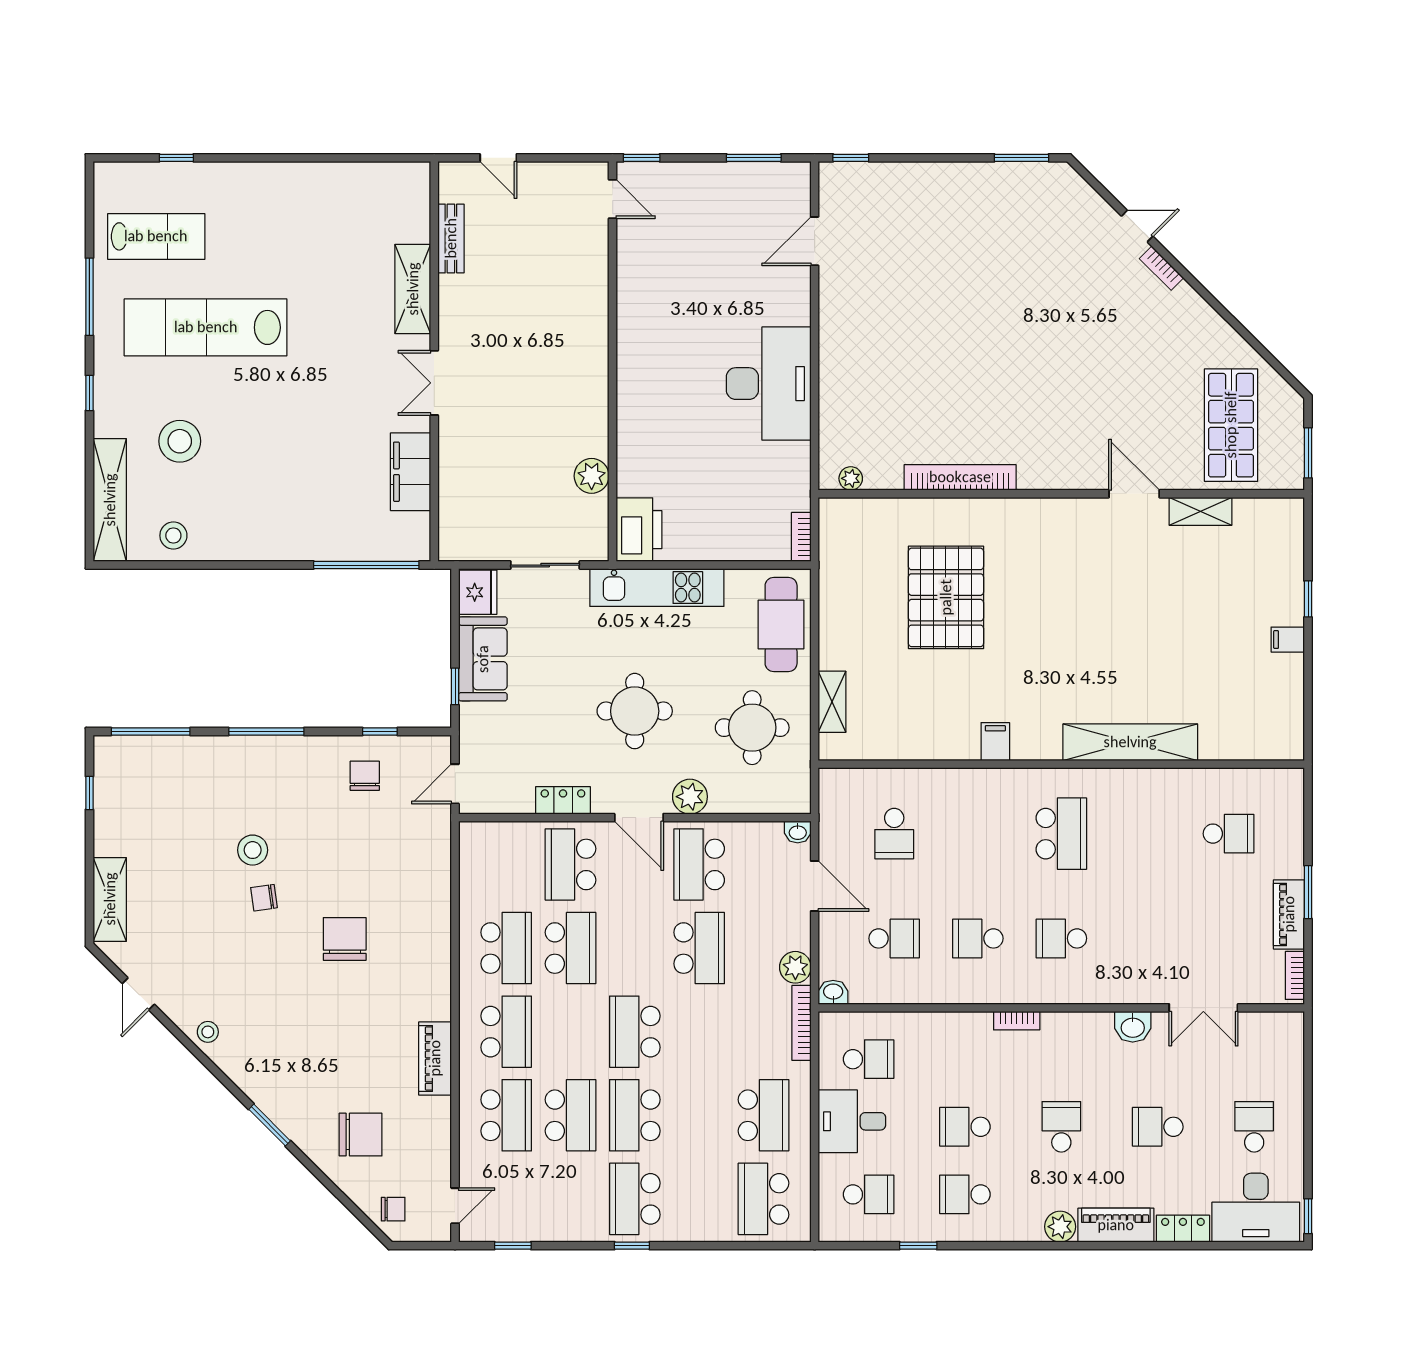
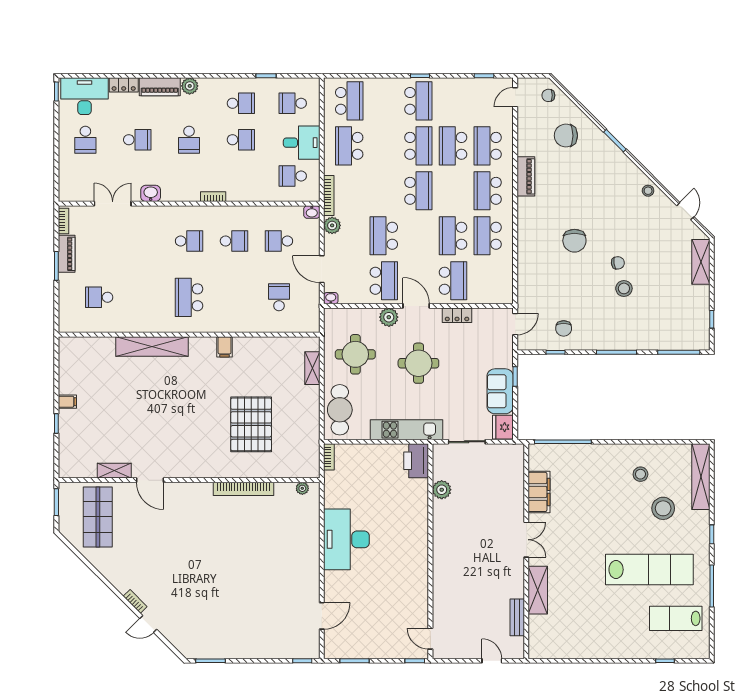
stool: (173, 536) -> (640, 474), moved

